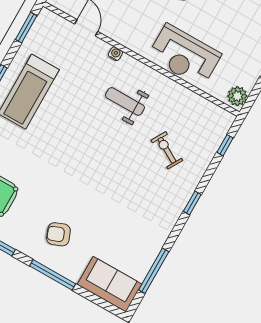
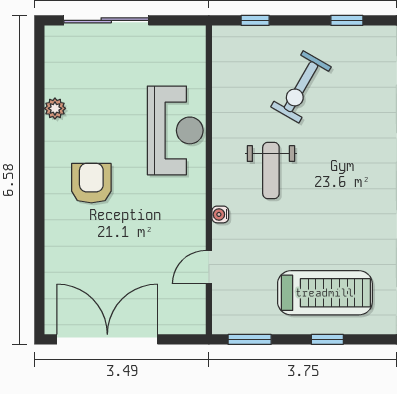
plant: (237, 96) -> (188, 39), removed
exercise bike: (167, 150) -> (301, 87), width x1.38, depth x1.39

